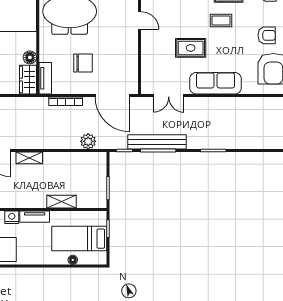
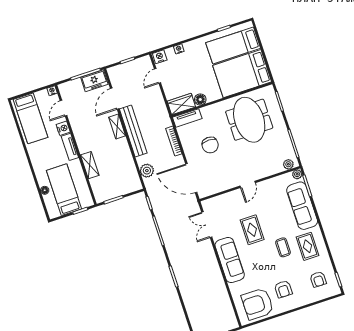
door: (140, 21) -> (248, 184), moved
door: (112, 96) -> (191, 178), hinge flipped
bench: (157, 142) -> (133, 131), moved

